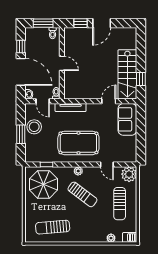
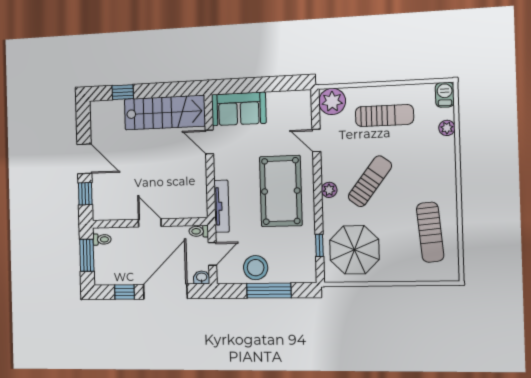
door: (62, 63) -> (150, 223), hinge flipped
window: (141, 79) -> (123, 92), moved
window: (21, 134) -> (269, 291), width x1.44
door: (107, 164) -> (316, 140), swing flipped

